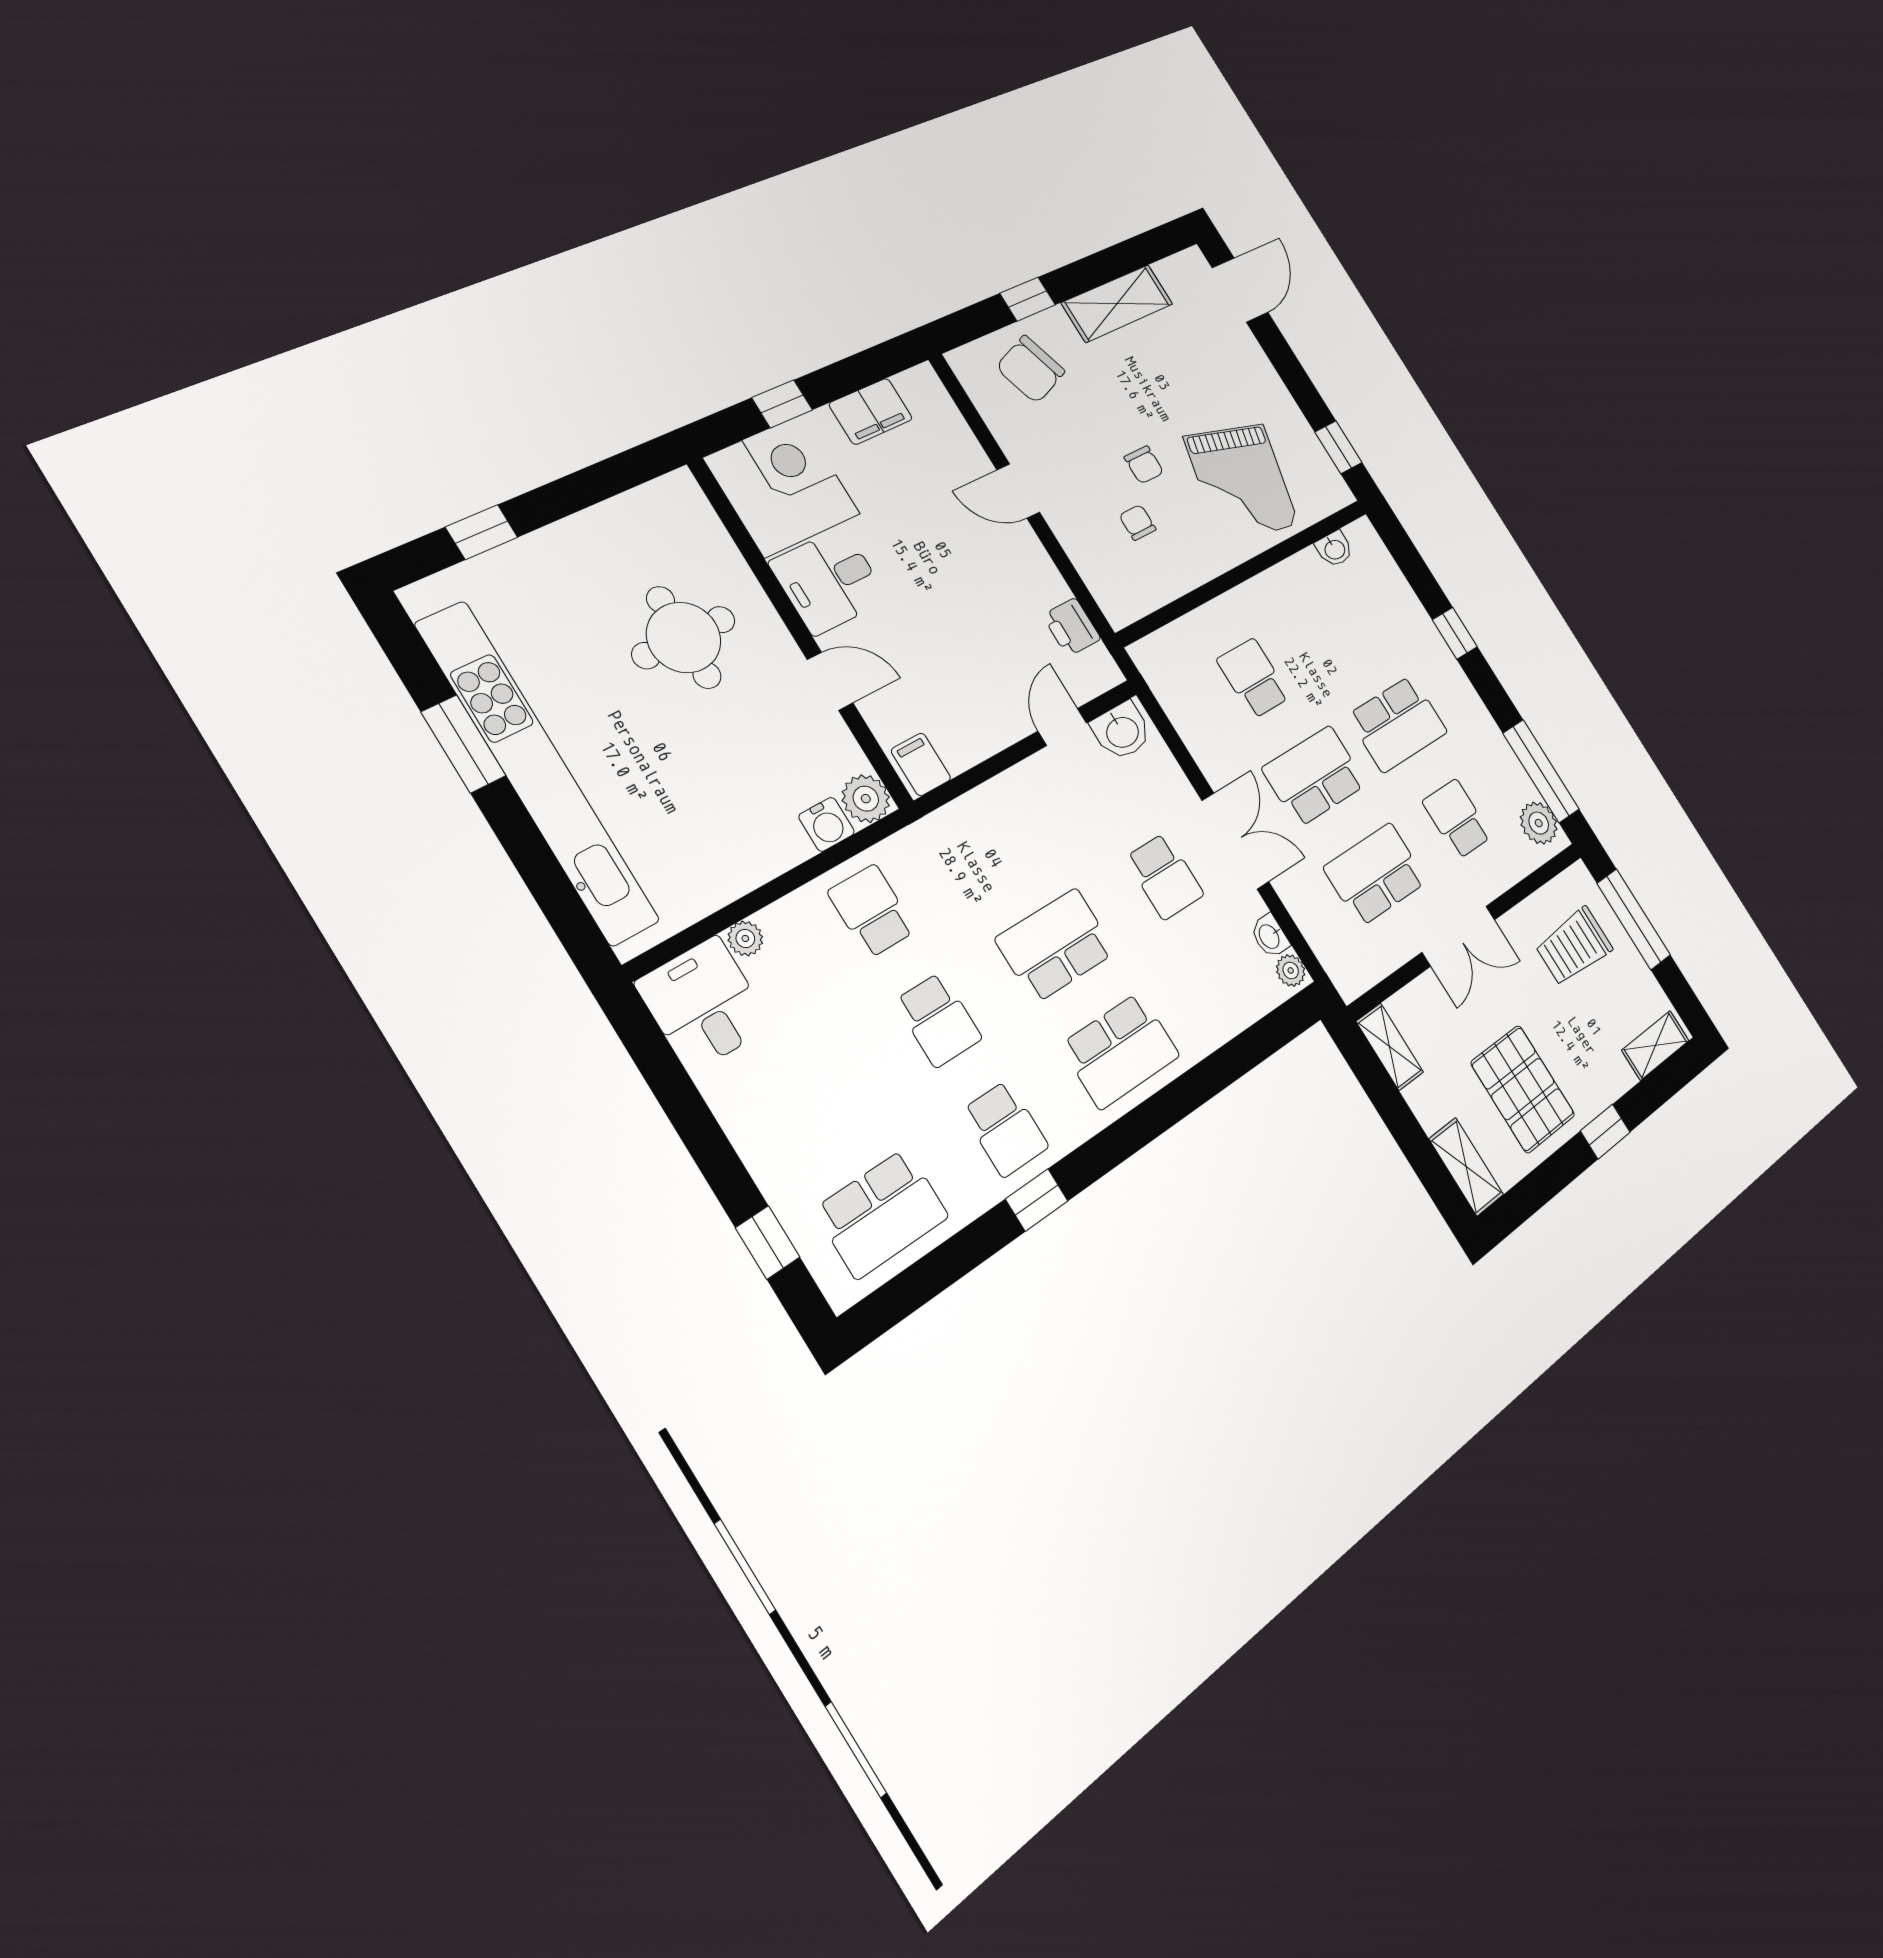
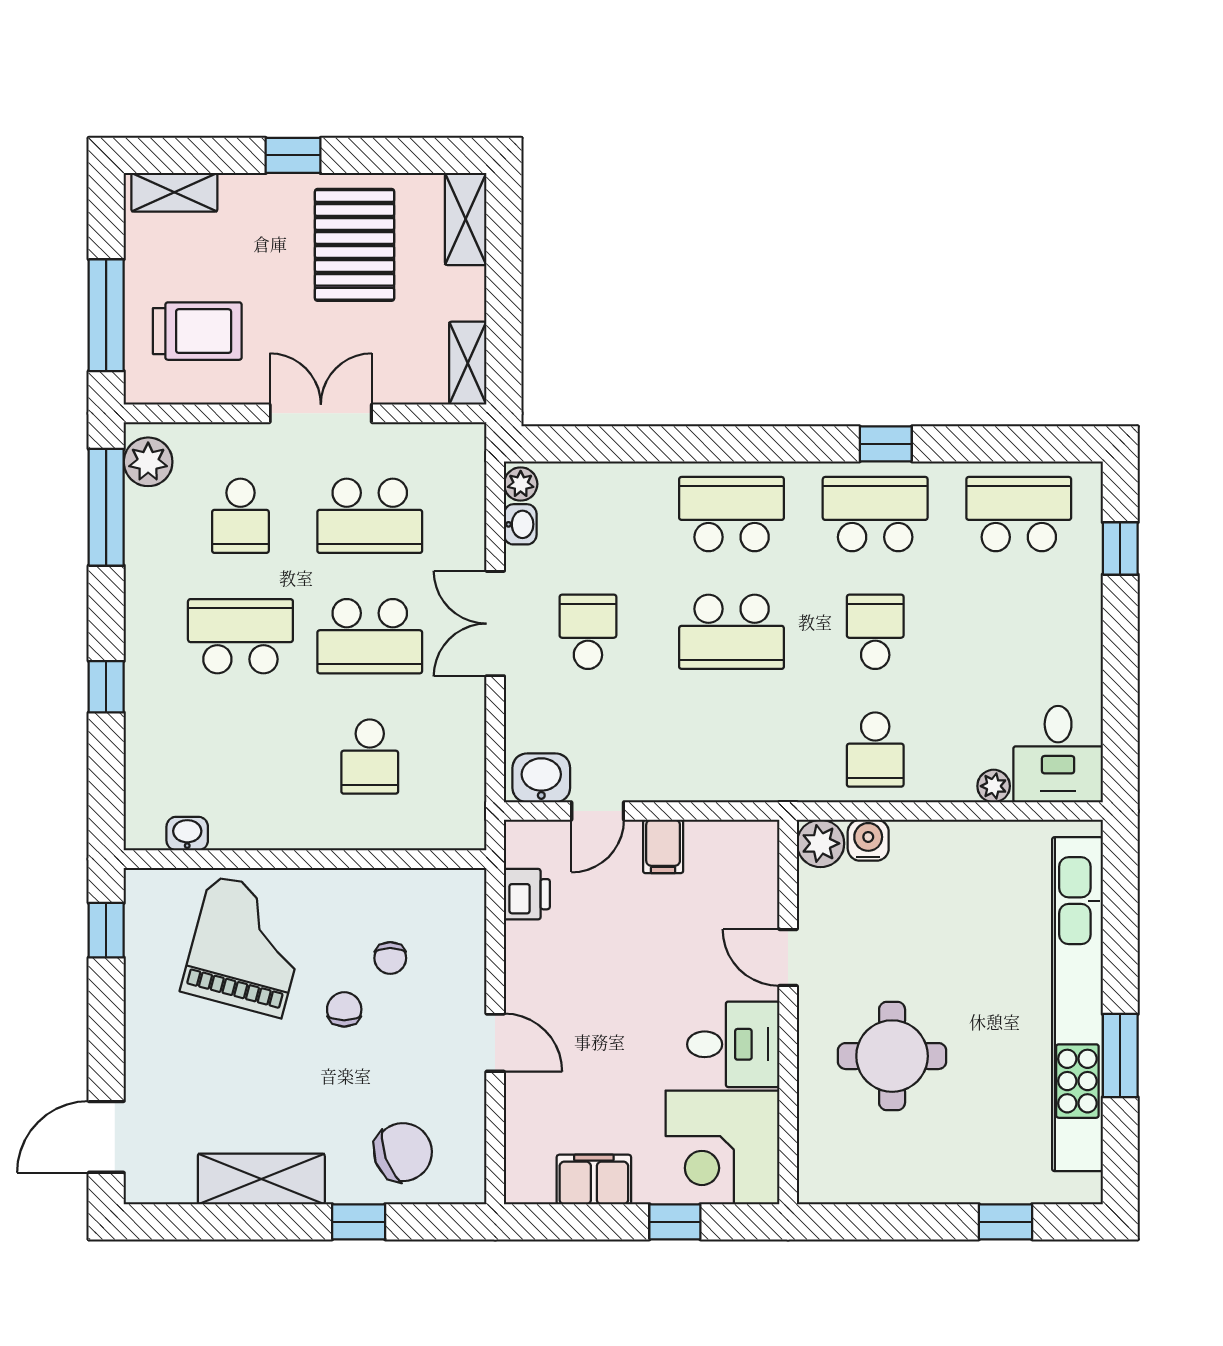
filing cabinet: (921, 764) -> (663, 846), moved
school desk: (1005, 1129) -> (875, 514), width x1.85

